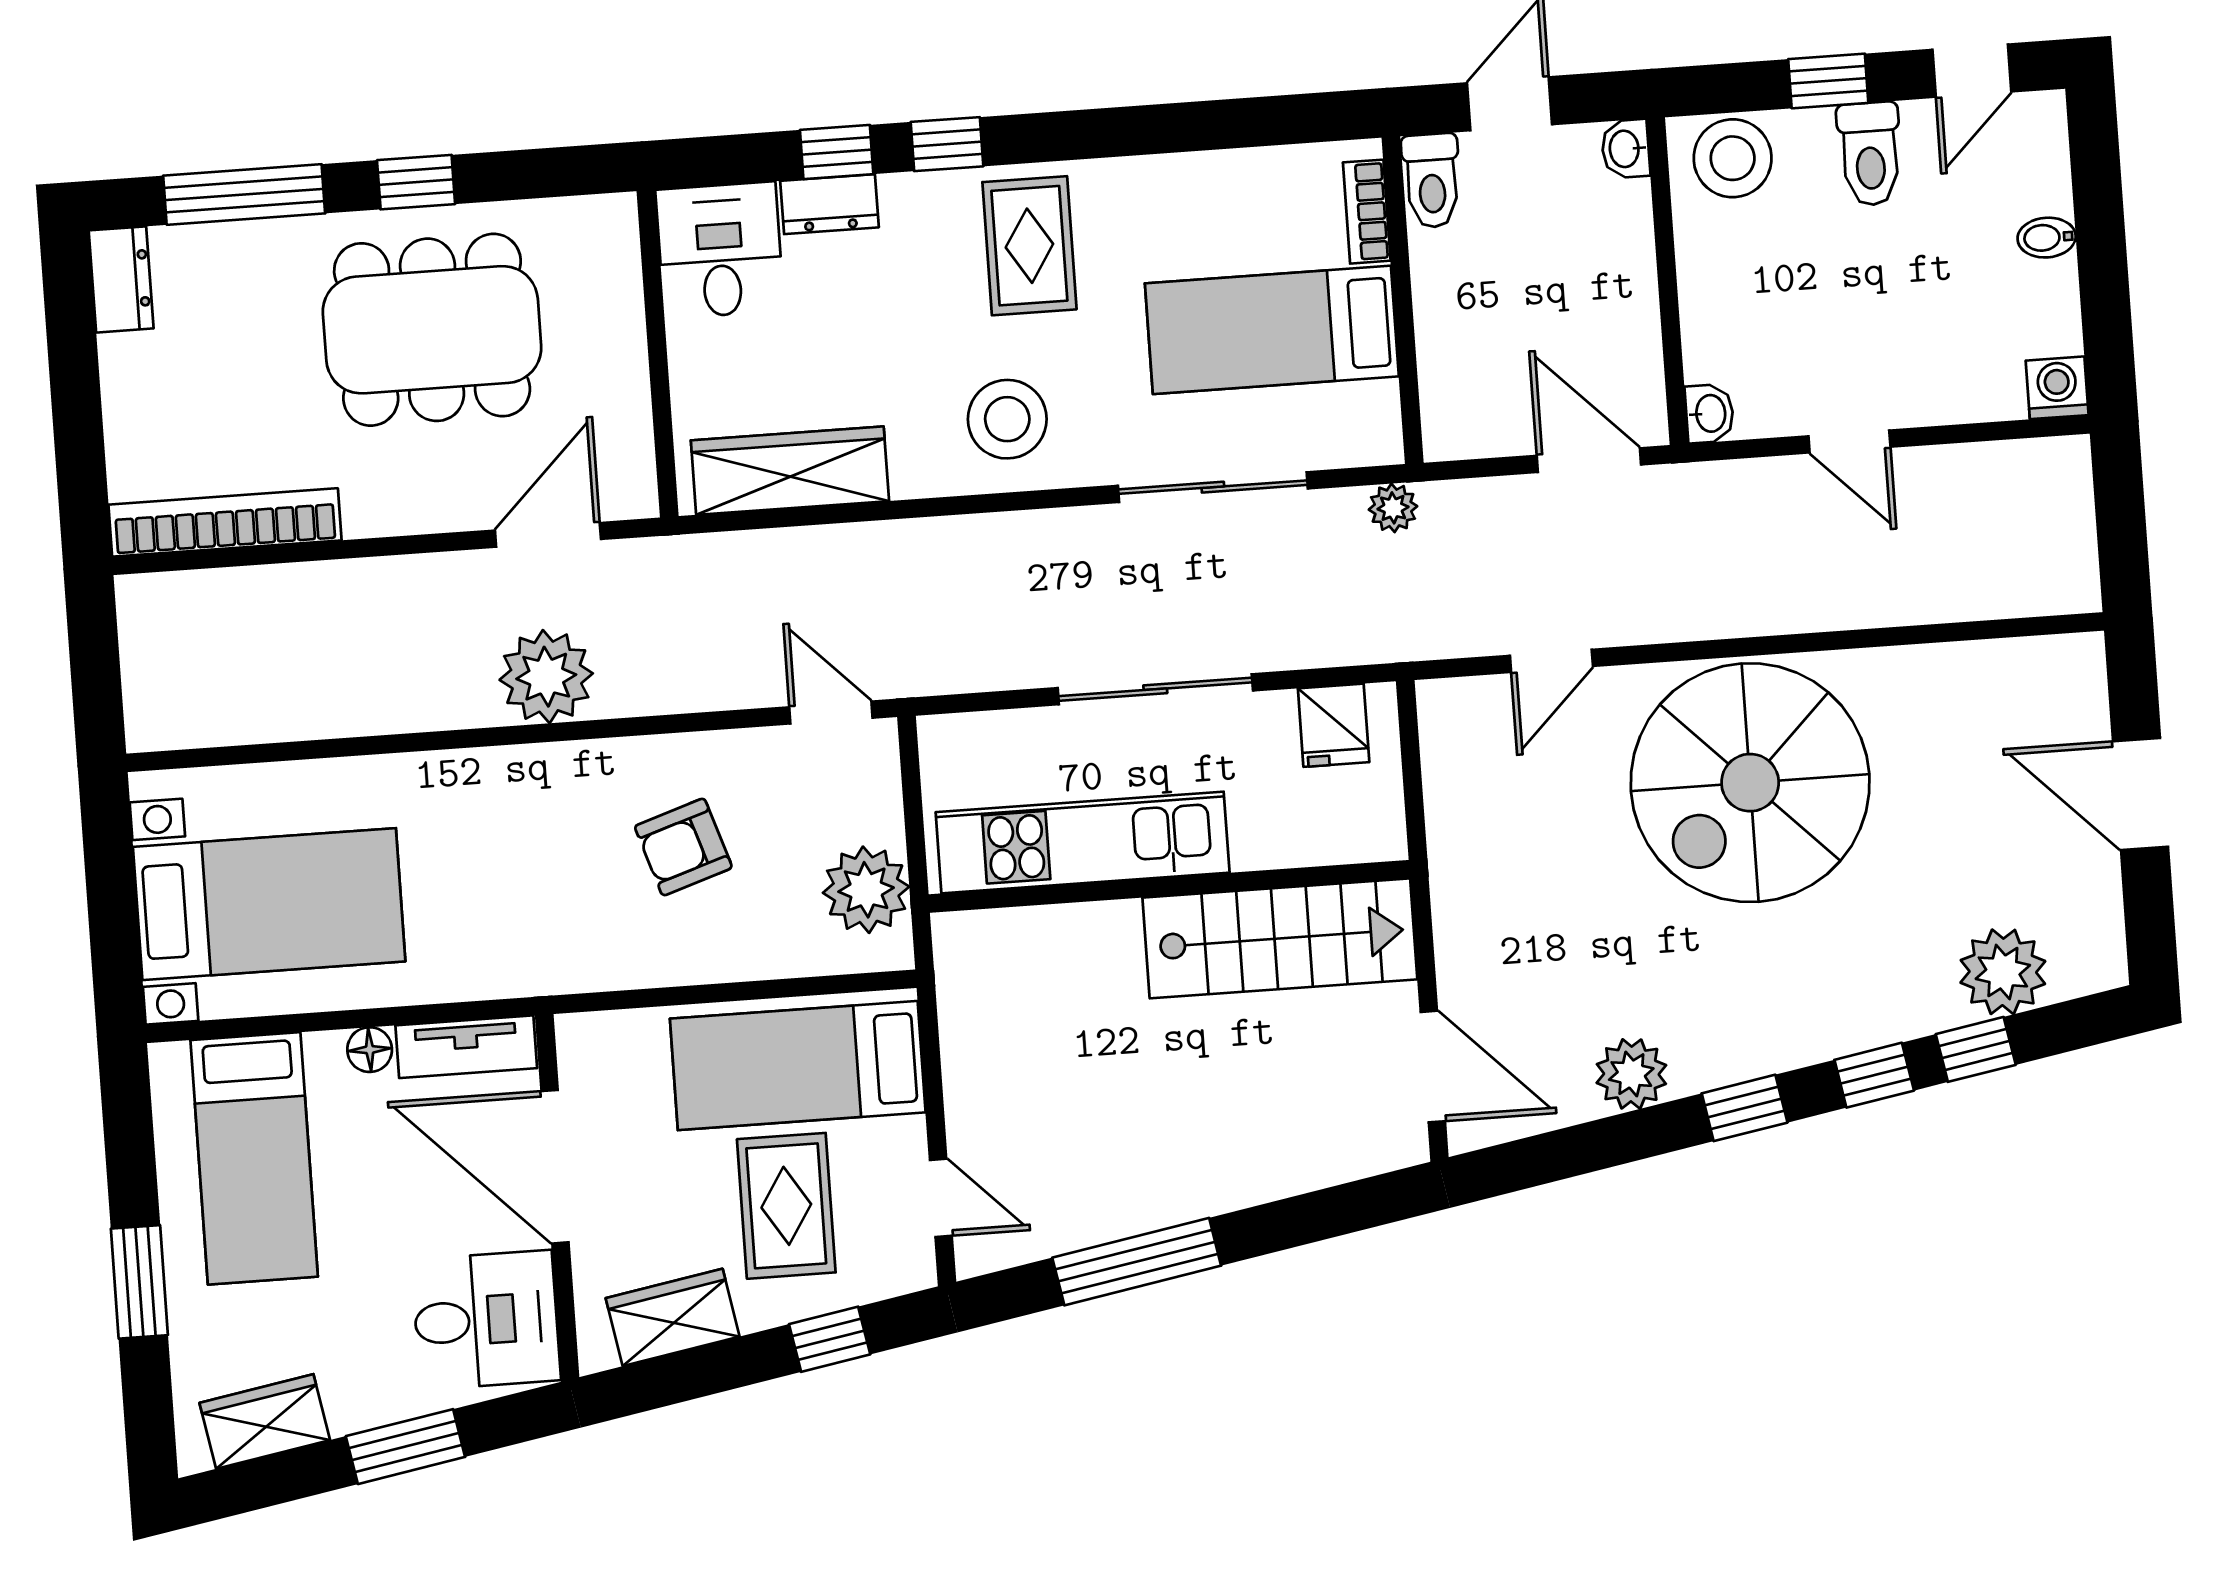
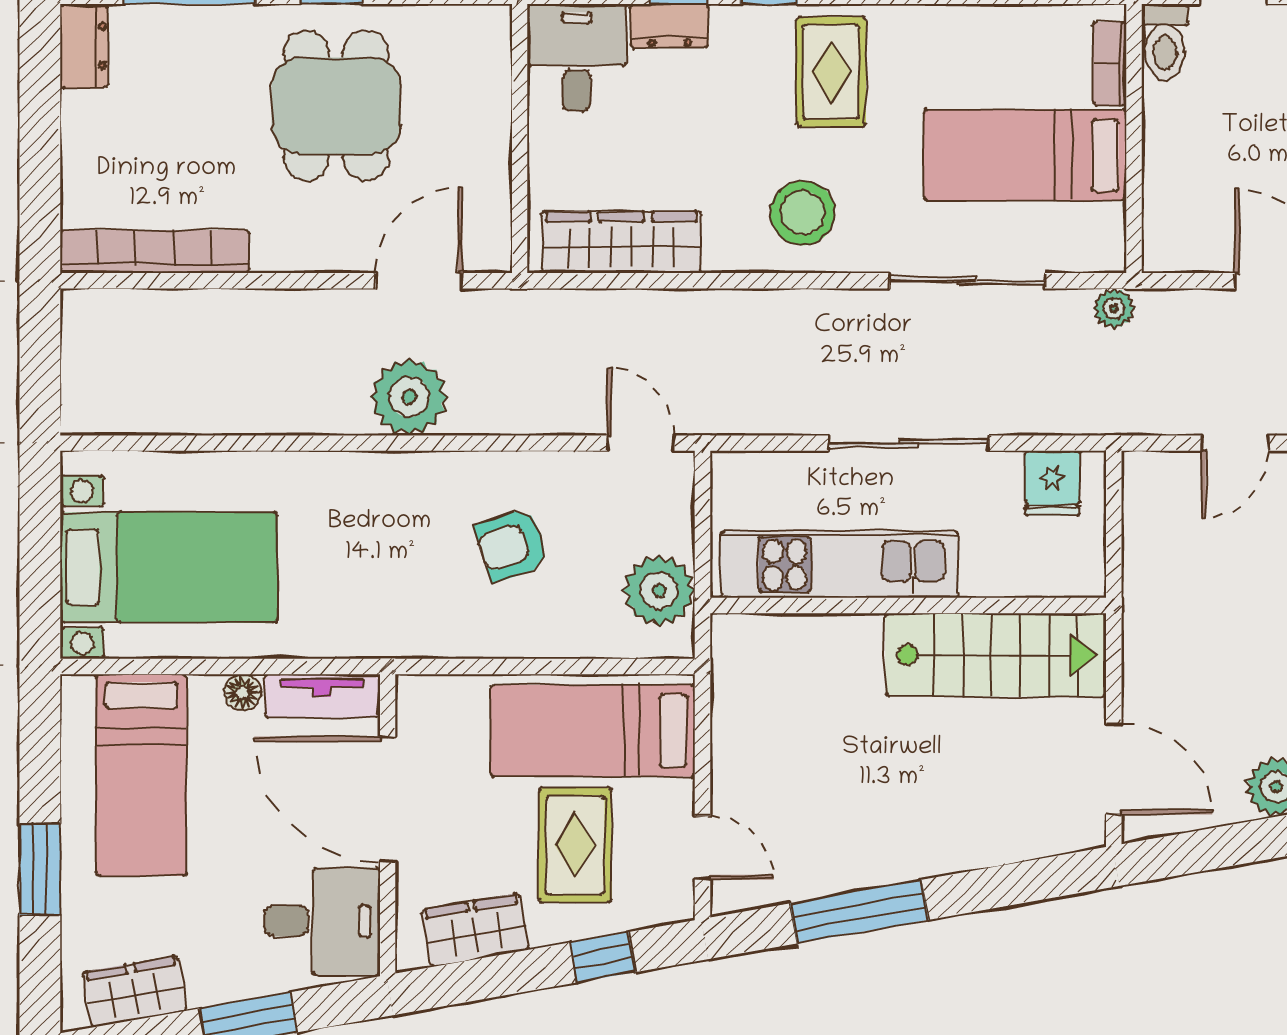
dining table: (432, 330) -> (336, 106), width x0.73

